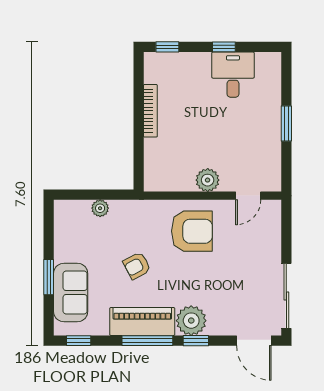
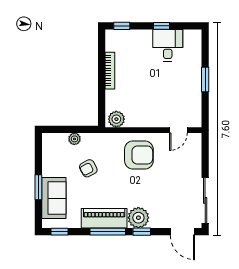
plant: (208, 180) -> (116, 119), moved
armchair: (137, 266) -> (88, 168), moved

